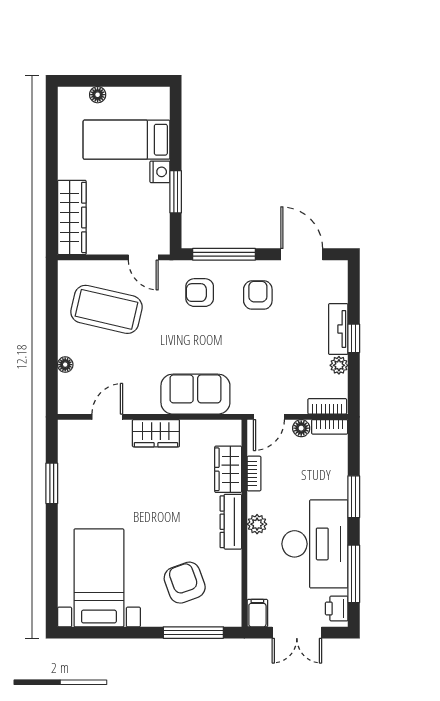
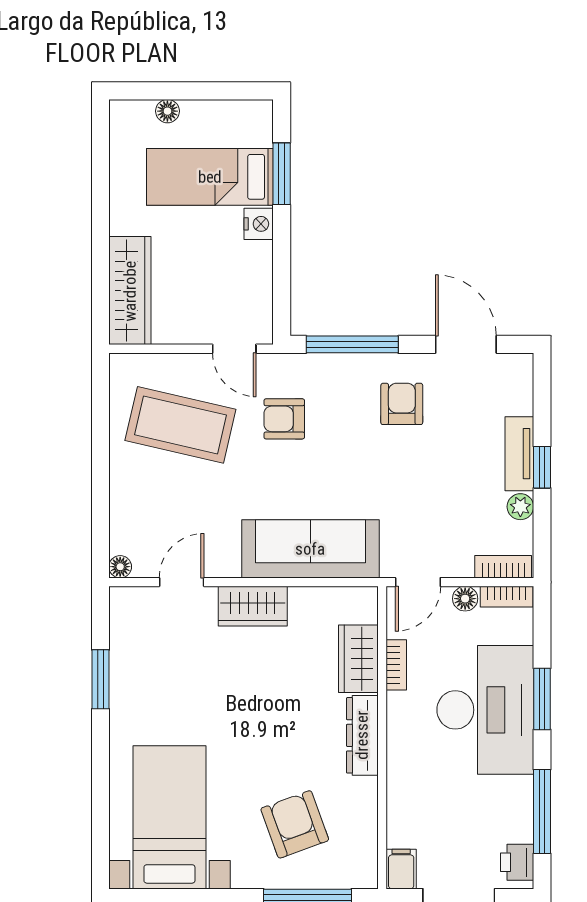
window: (176, 192) -> (282, 174), moved
armchair: (200, 293) -> (284, 419), moved
floor lamp: (65, 365) -> (120, 567), moved
sofa: (195, 394) -> (310, 549), width x1.36
plant: (257, 524) -> (401, 739), removed
desk: (315, 544) -> (485, 710), moved

